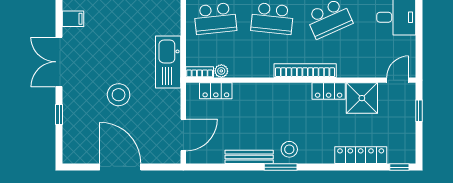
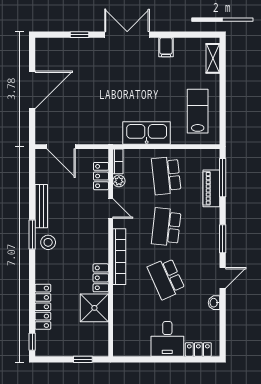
kitchen sink: (168, 62) -> (147, 133), moved
door: (398, 80) -> (111, 208), moved
stool: (119, 95) -> (97, 88), removed

